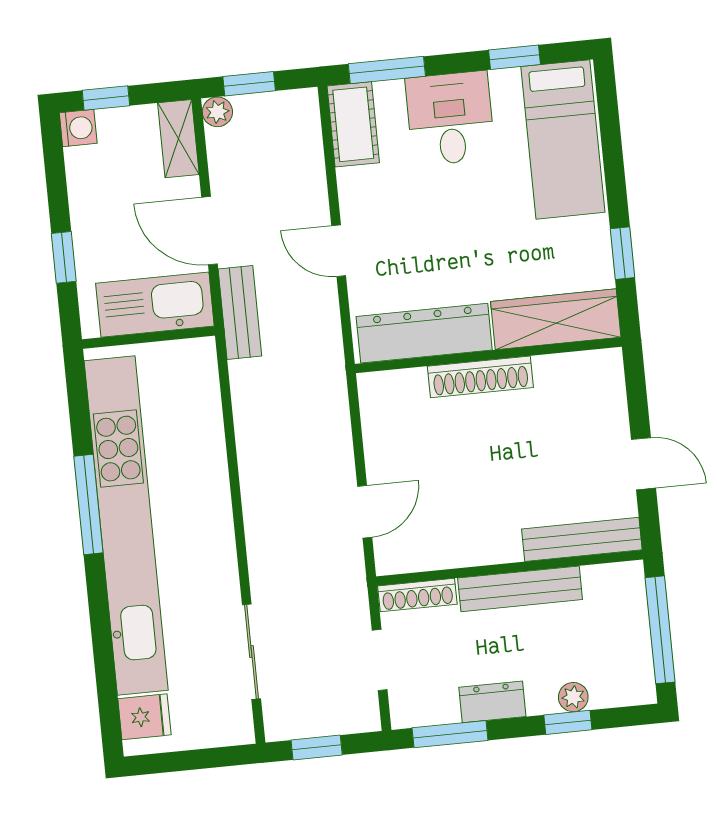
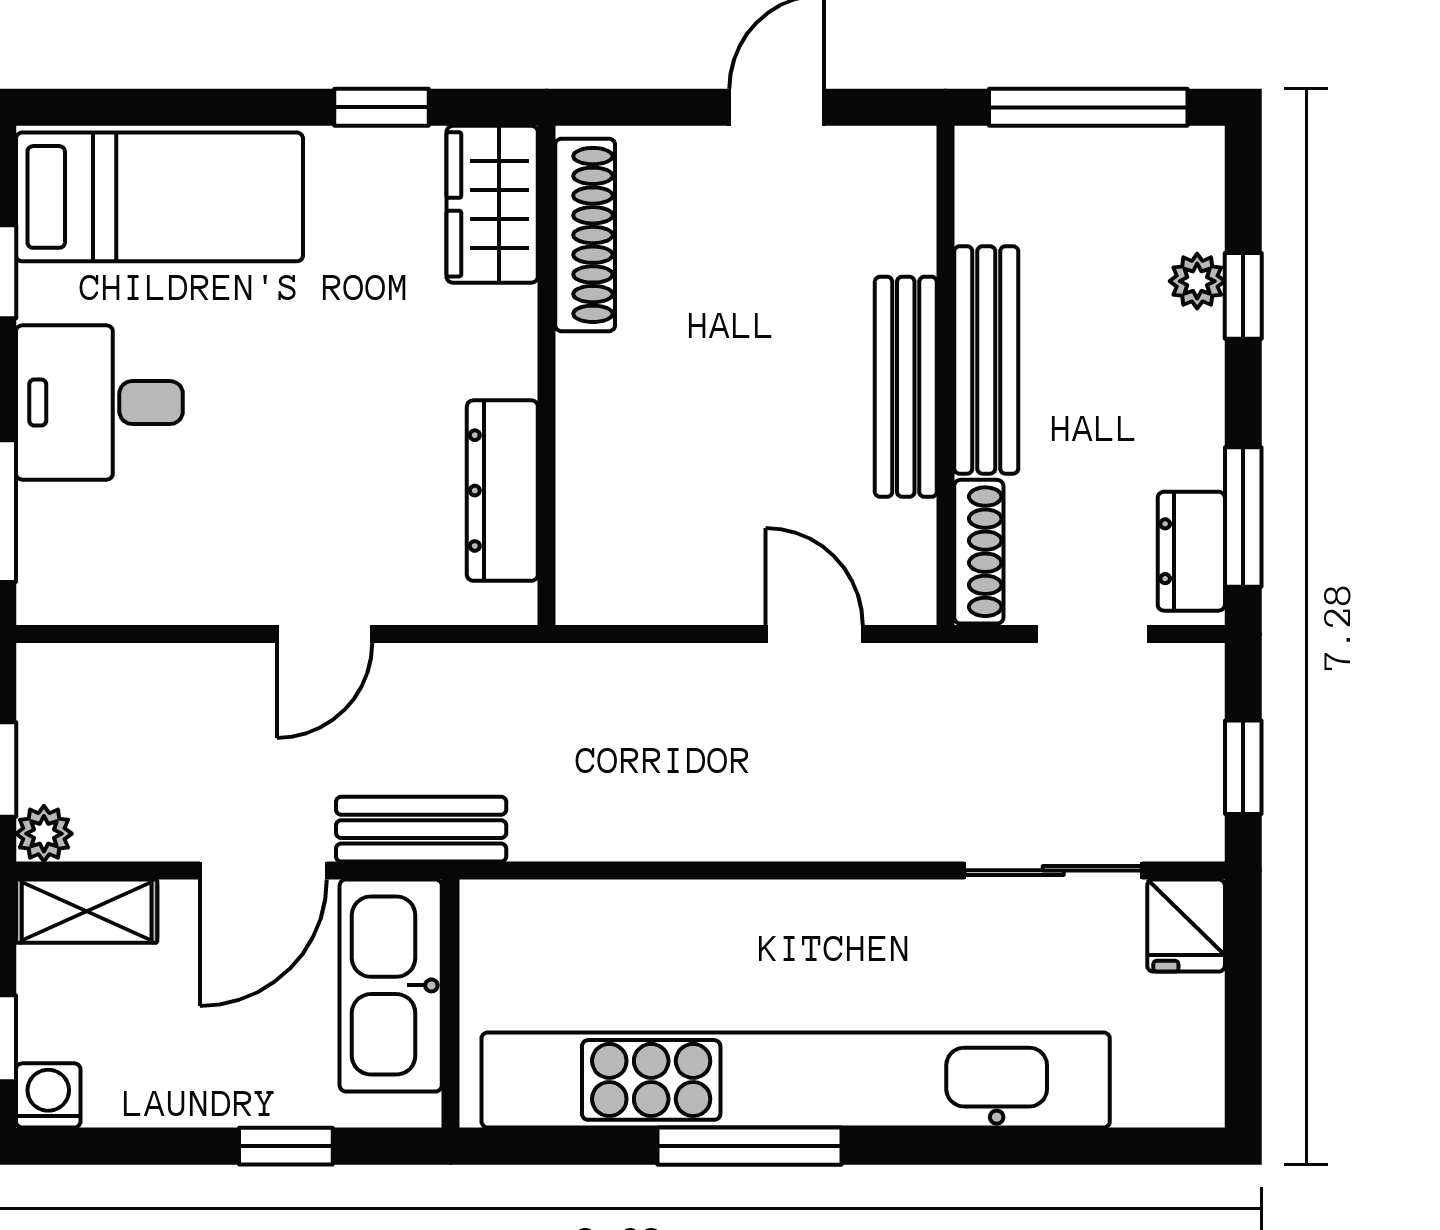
cot: (353, 124) -> (92, 584), removed
wardrobe: (556, 319) -> (492, 204), width x0.67
dresser: (424, 333) -> (502, 491), width x0.73, depth x0.80
shoe rack: (480, 377) -> (585, 235), moved
bench: (582, 539) -> (906, 387), moved
dresser: (492, 702) -> (1191, 551), moved
fridge: (144, 717) -> (1186, 926), moved, turned 180

